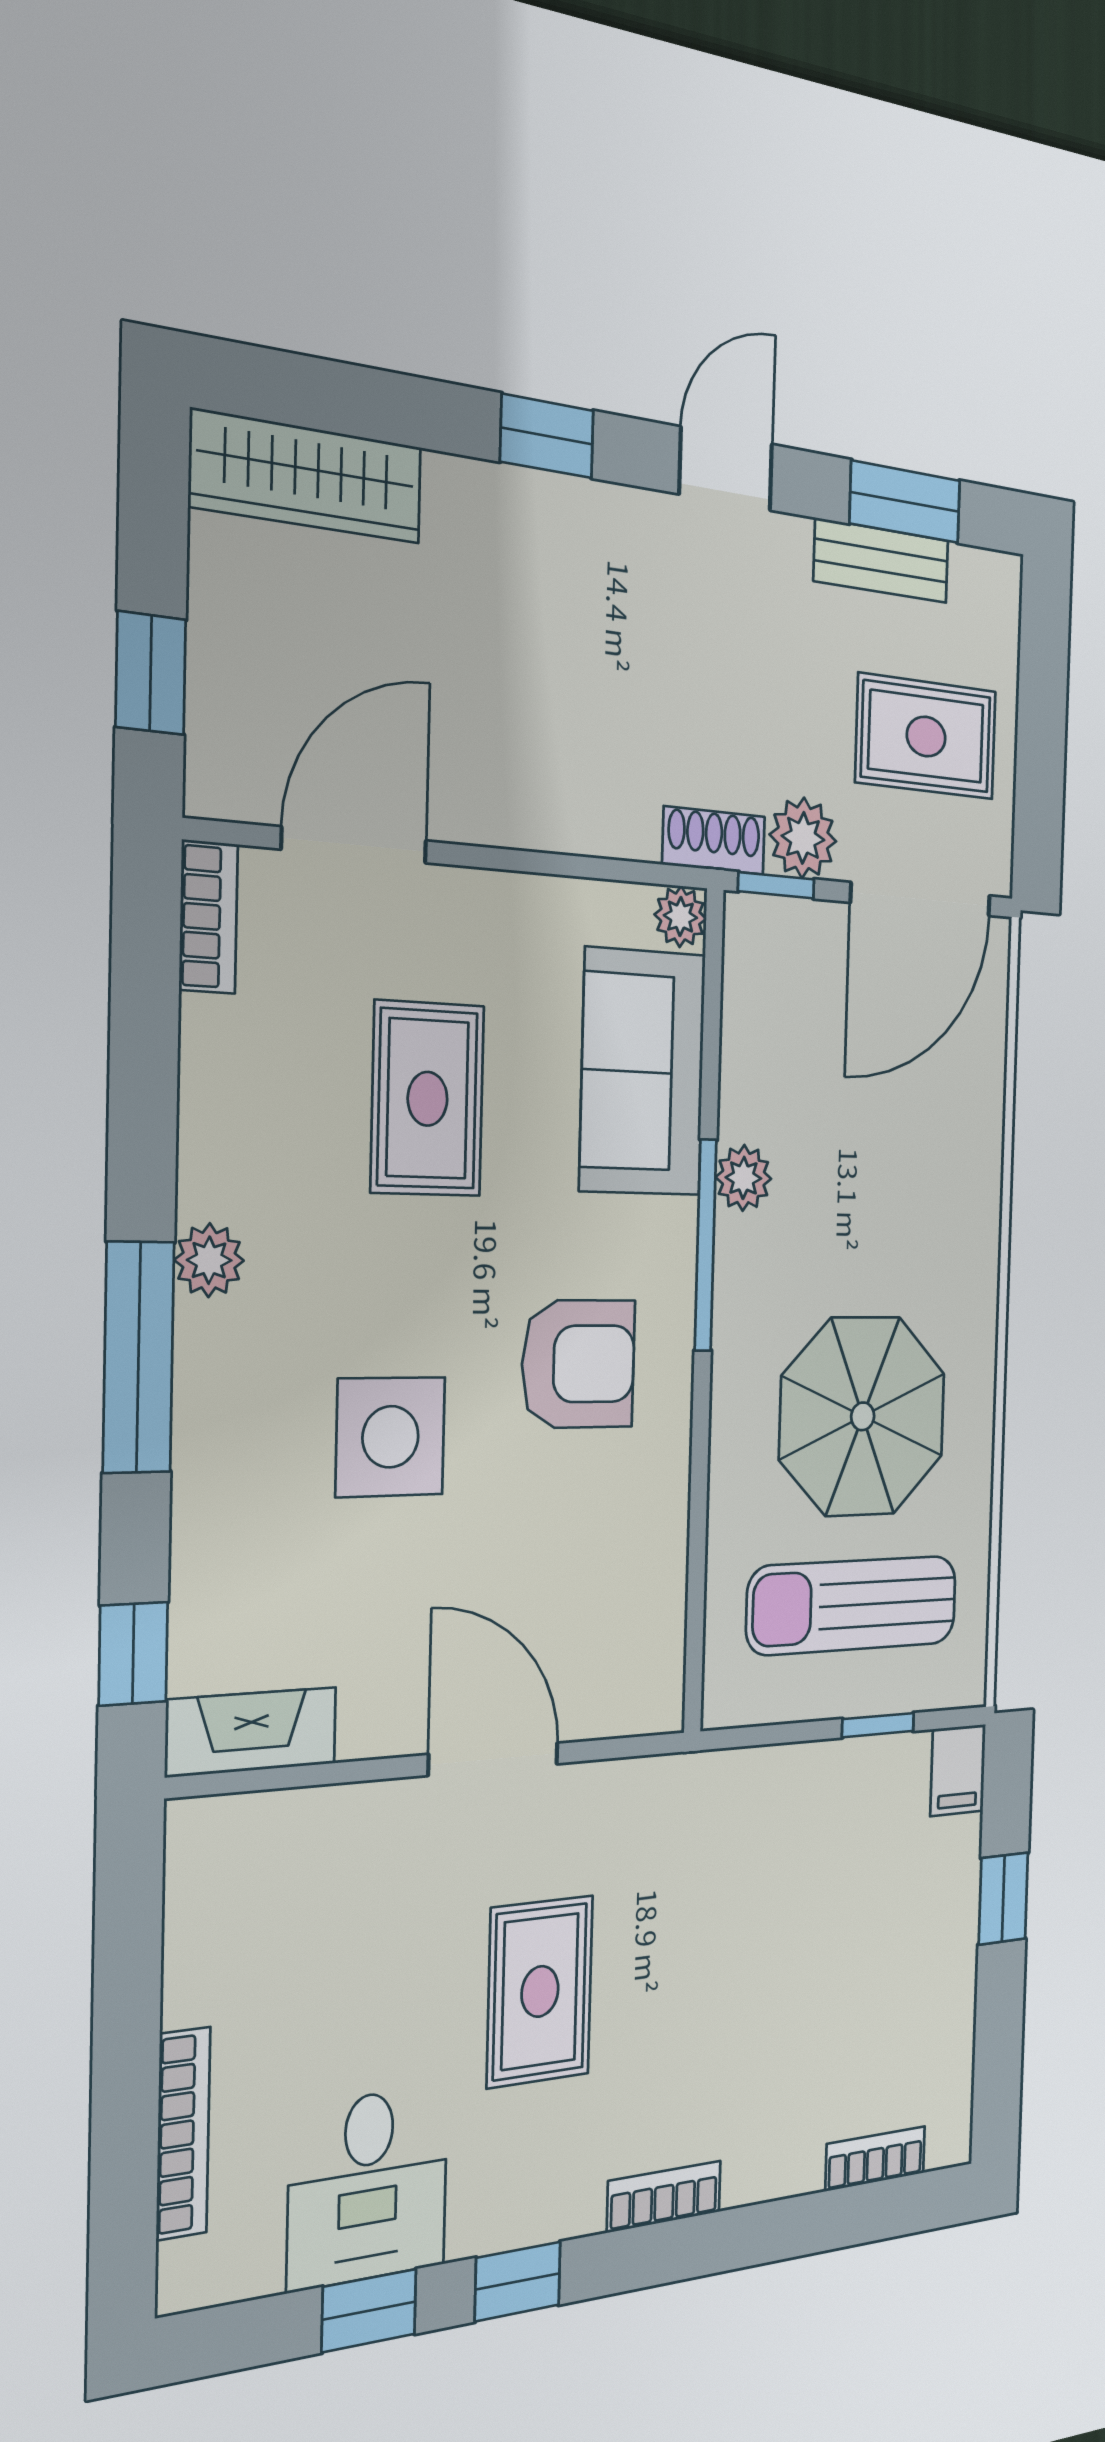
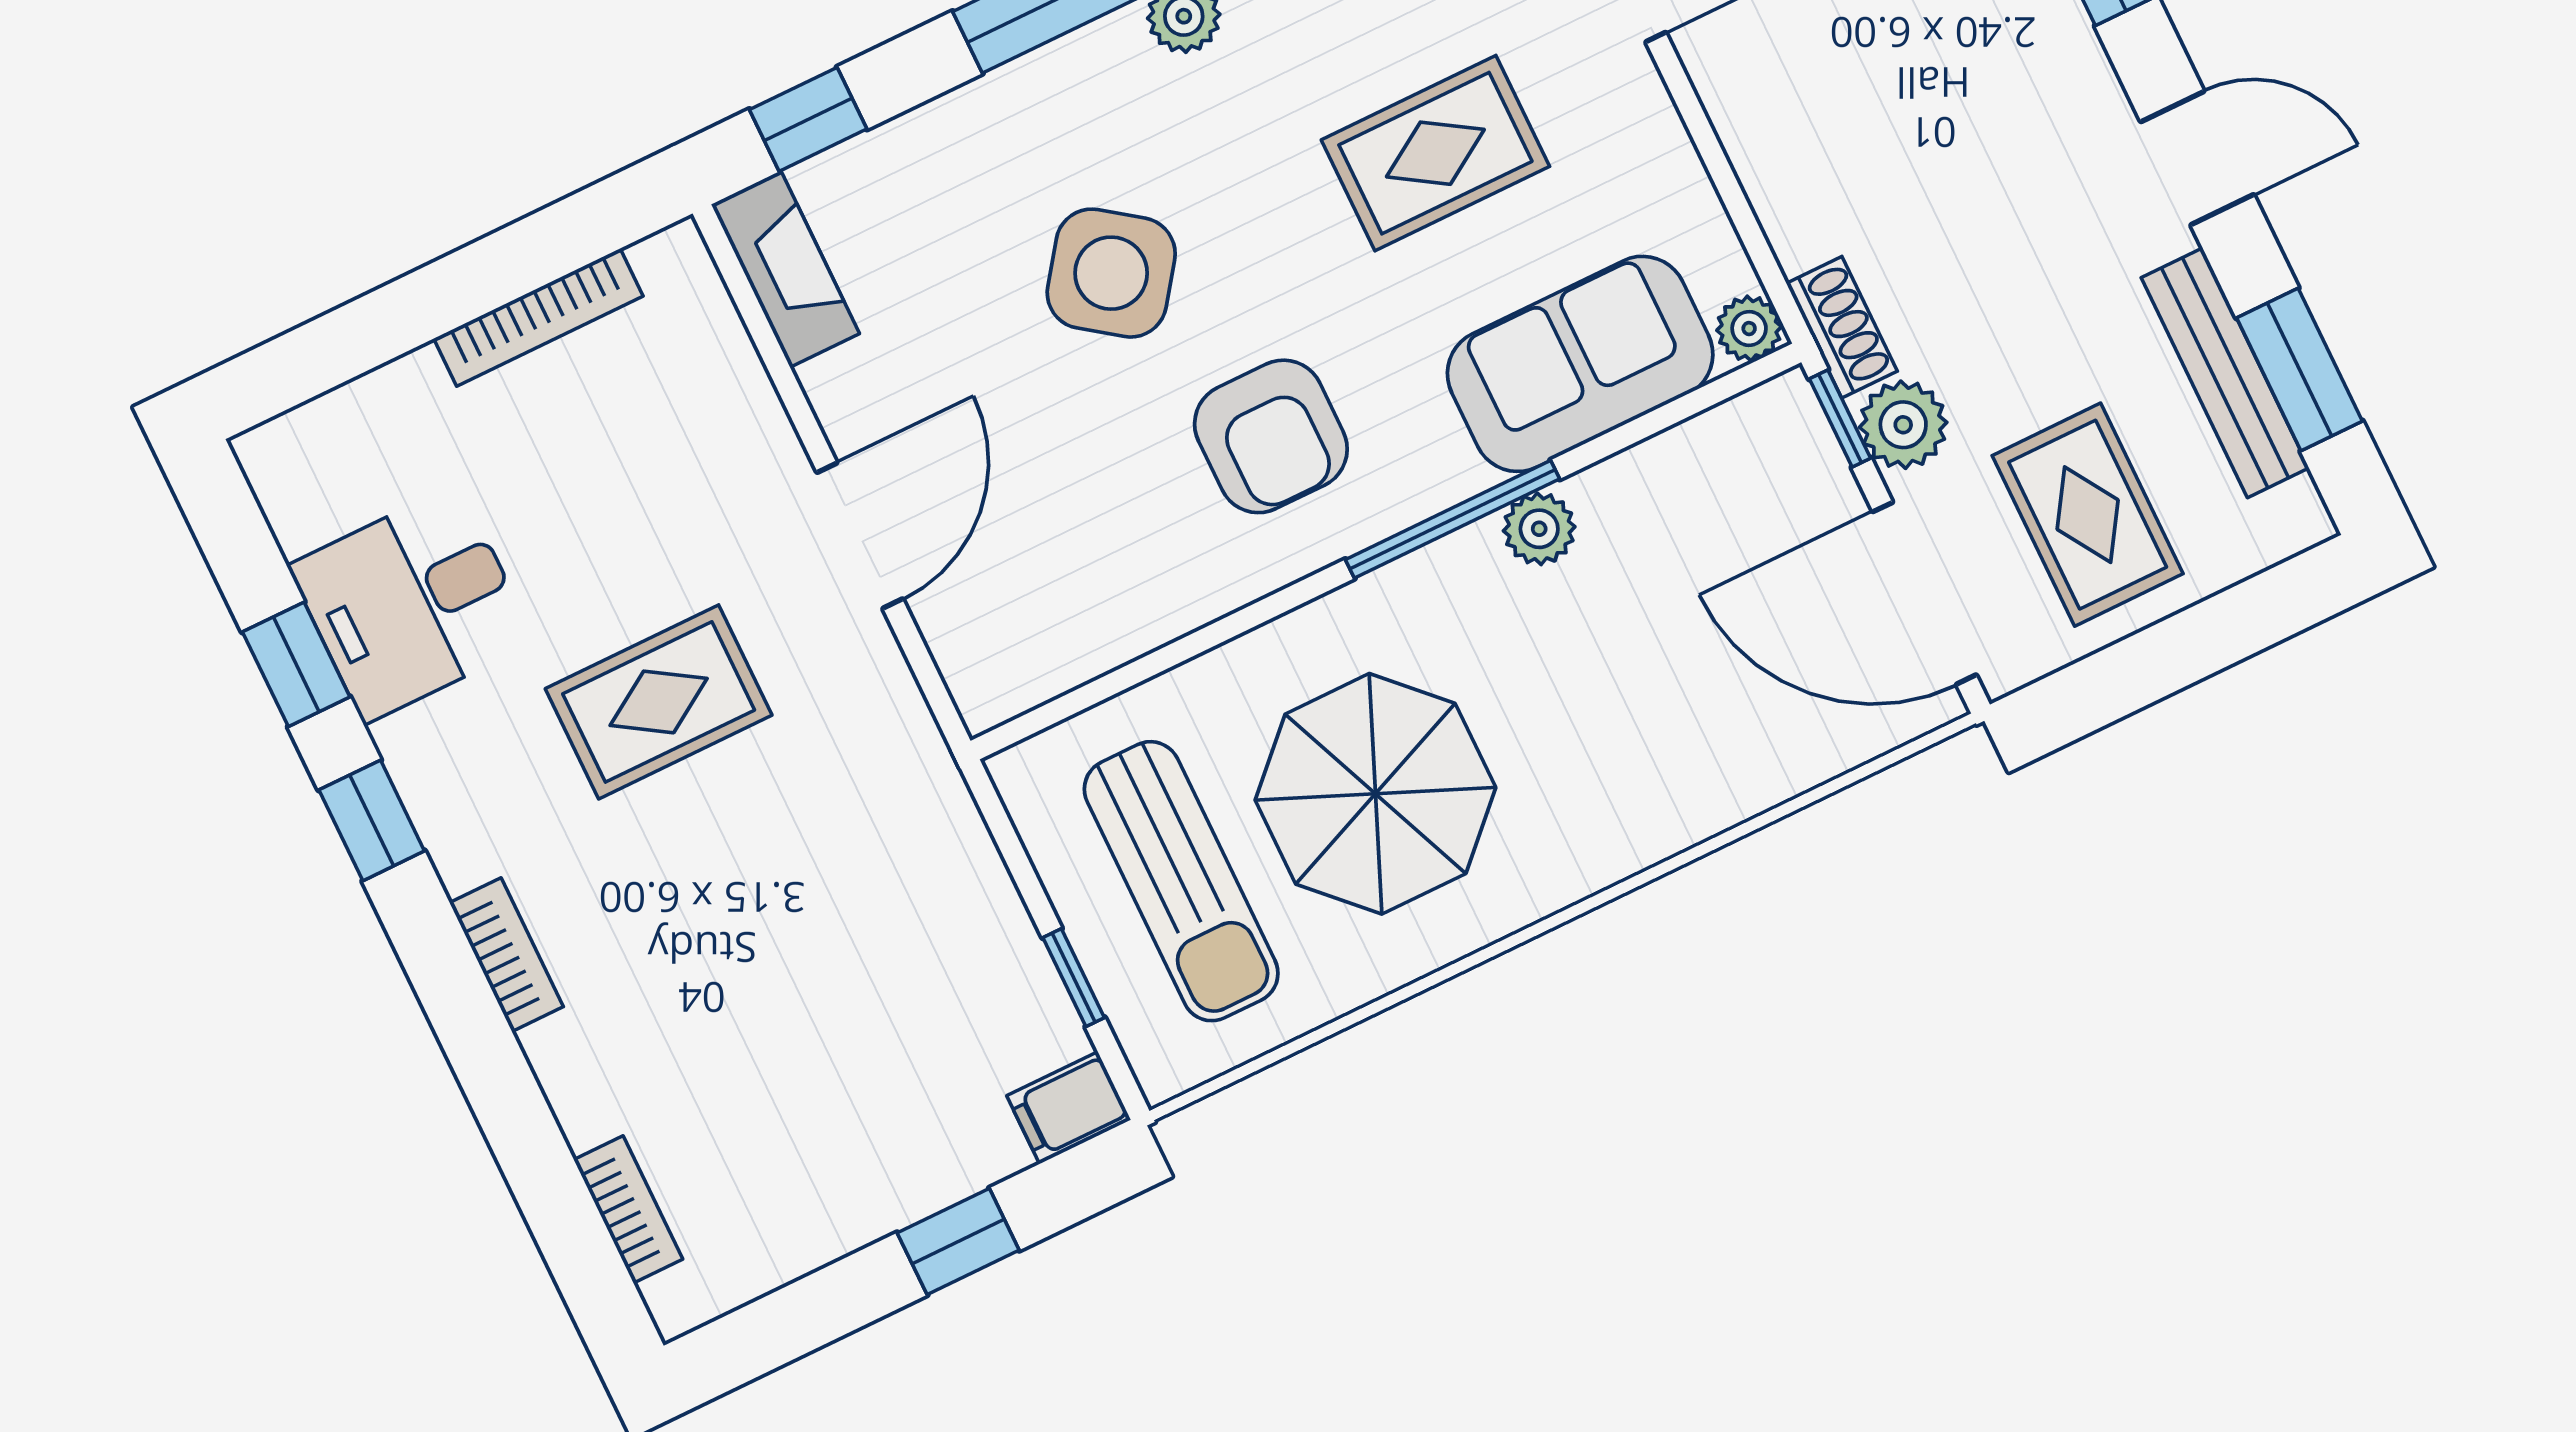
bench: (882, 561) -> (2225, 373), width x1.36
side table: (390, 1437) -> (1111, 273), turned 36
sun lounger: (853, 1605) -> (1181, 881), turned 180
bookcase: (183, 2134) -> (538, 317), moved

